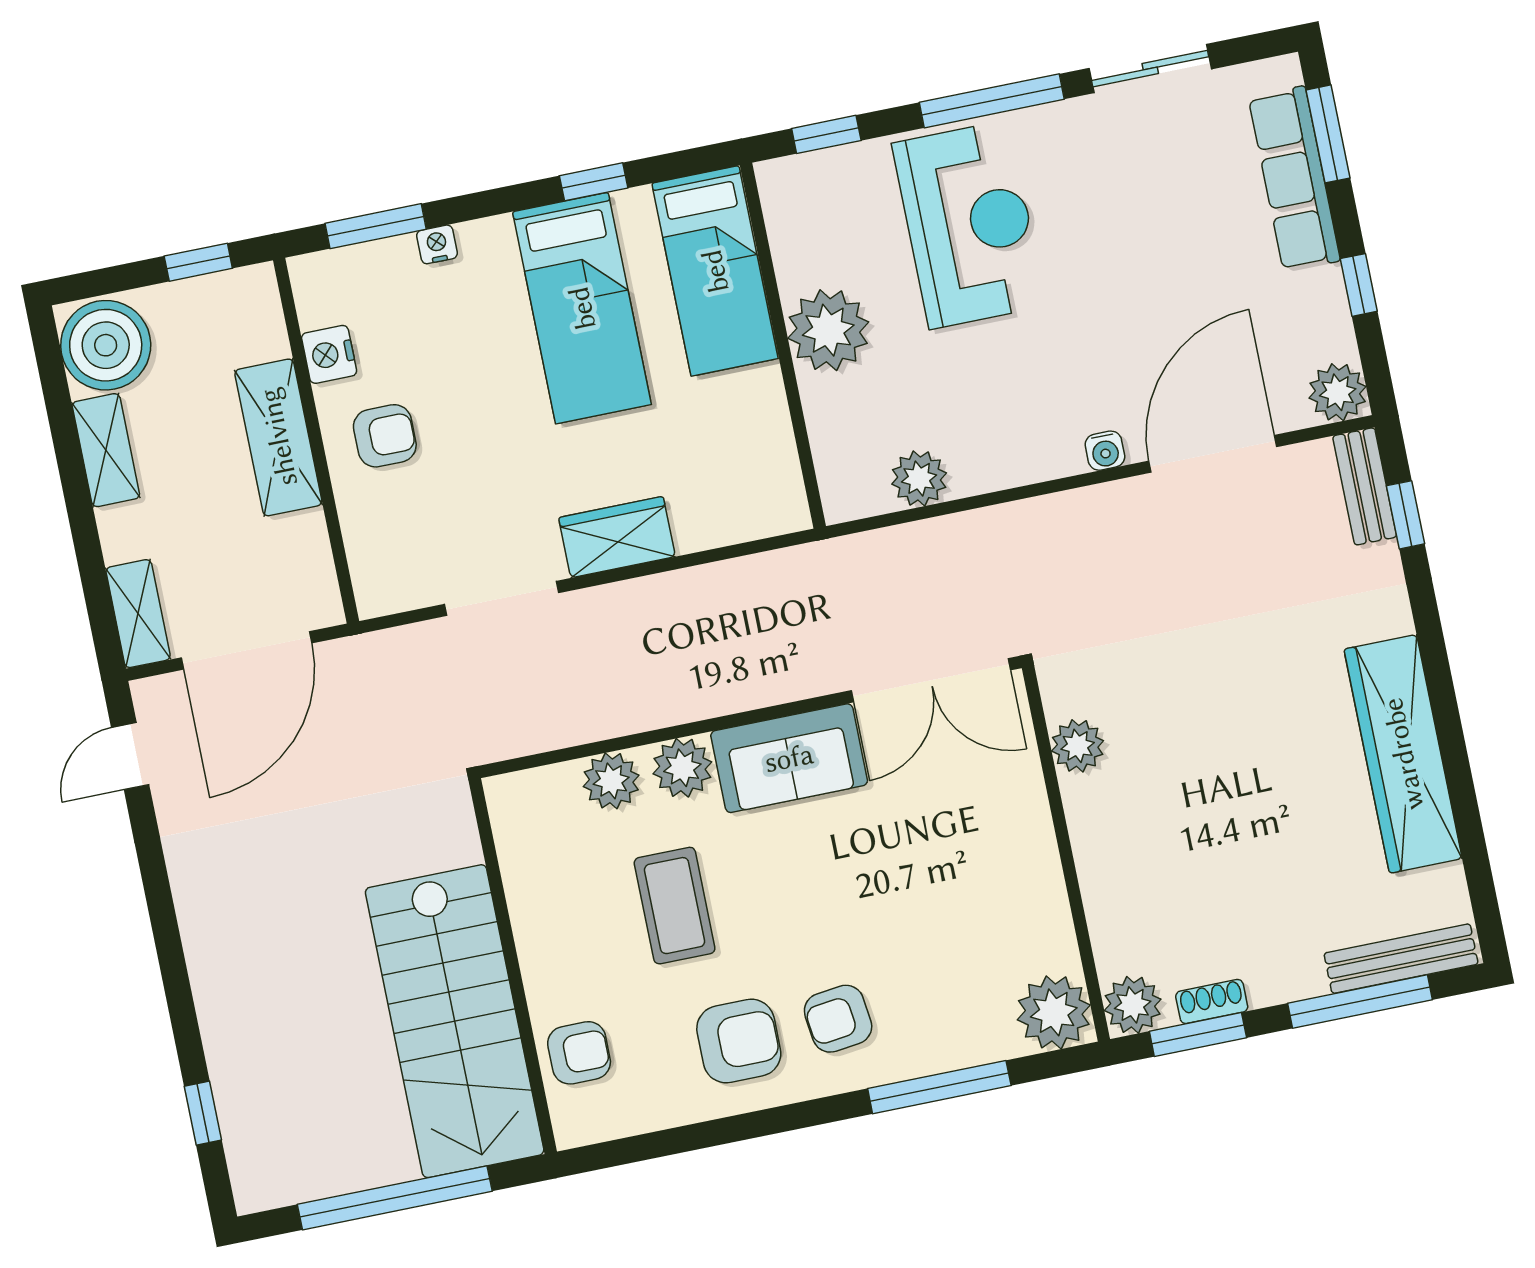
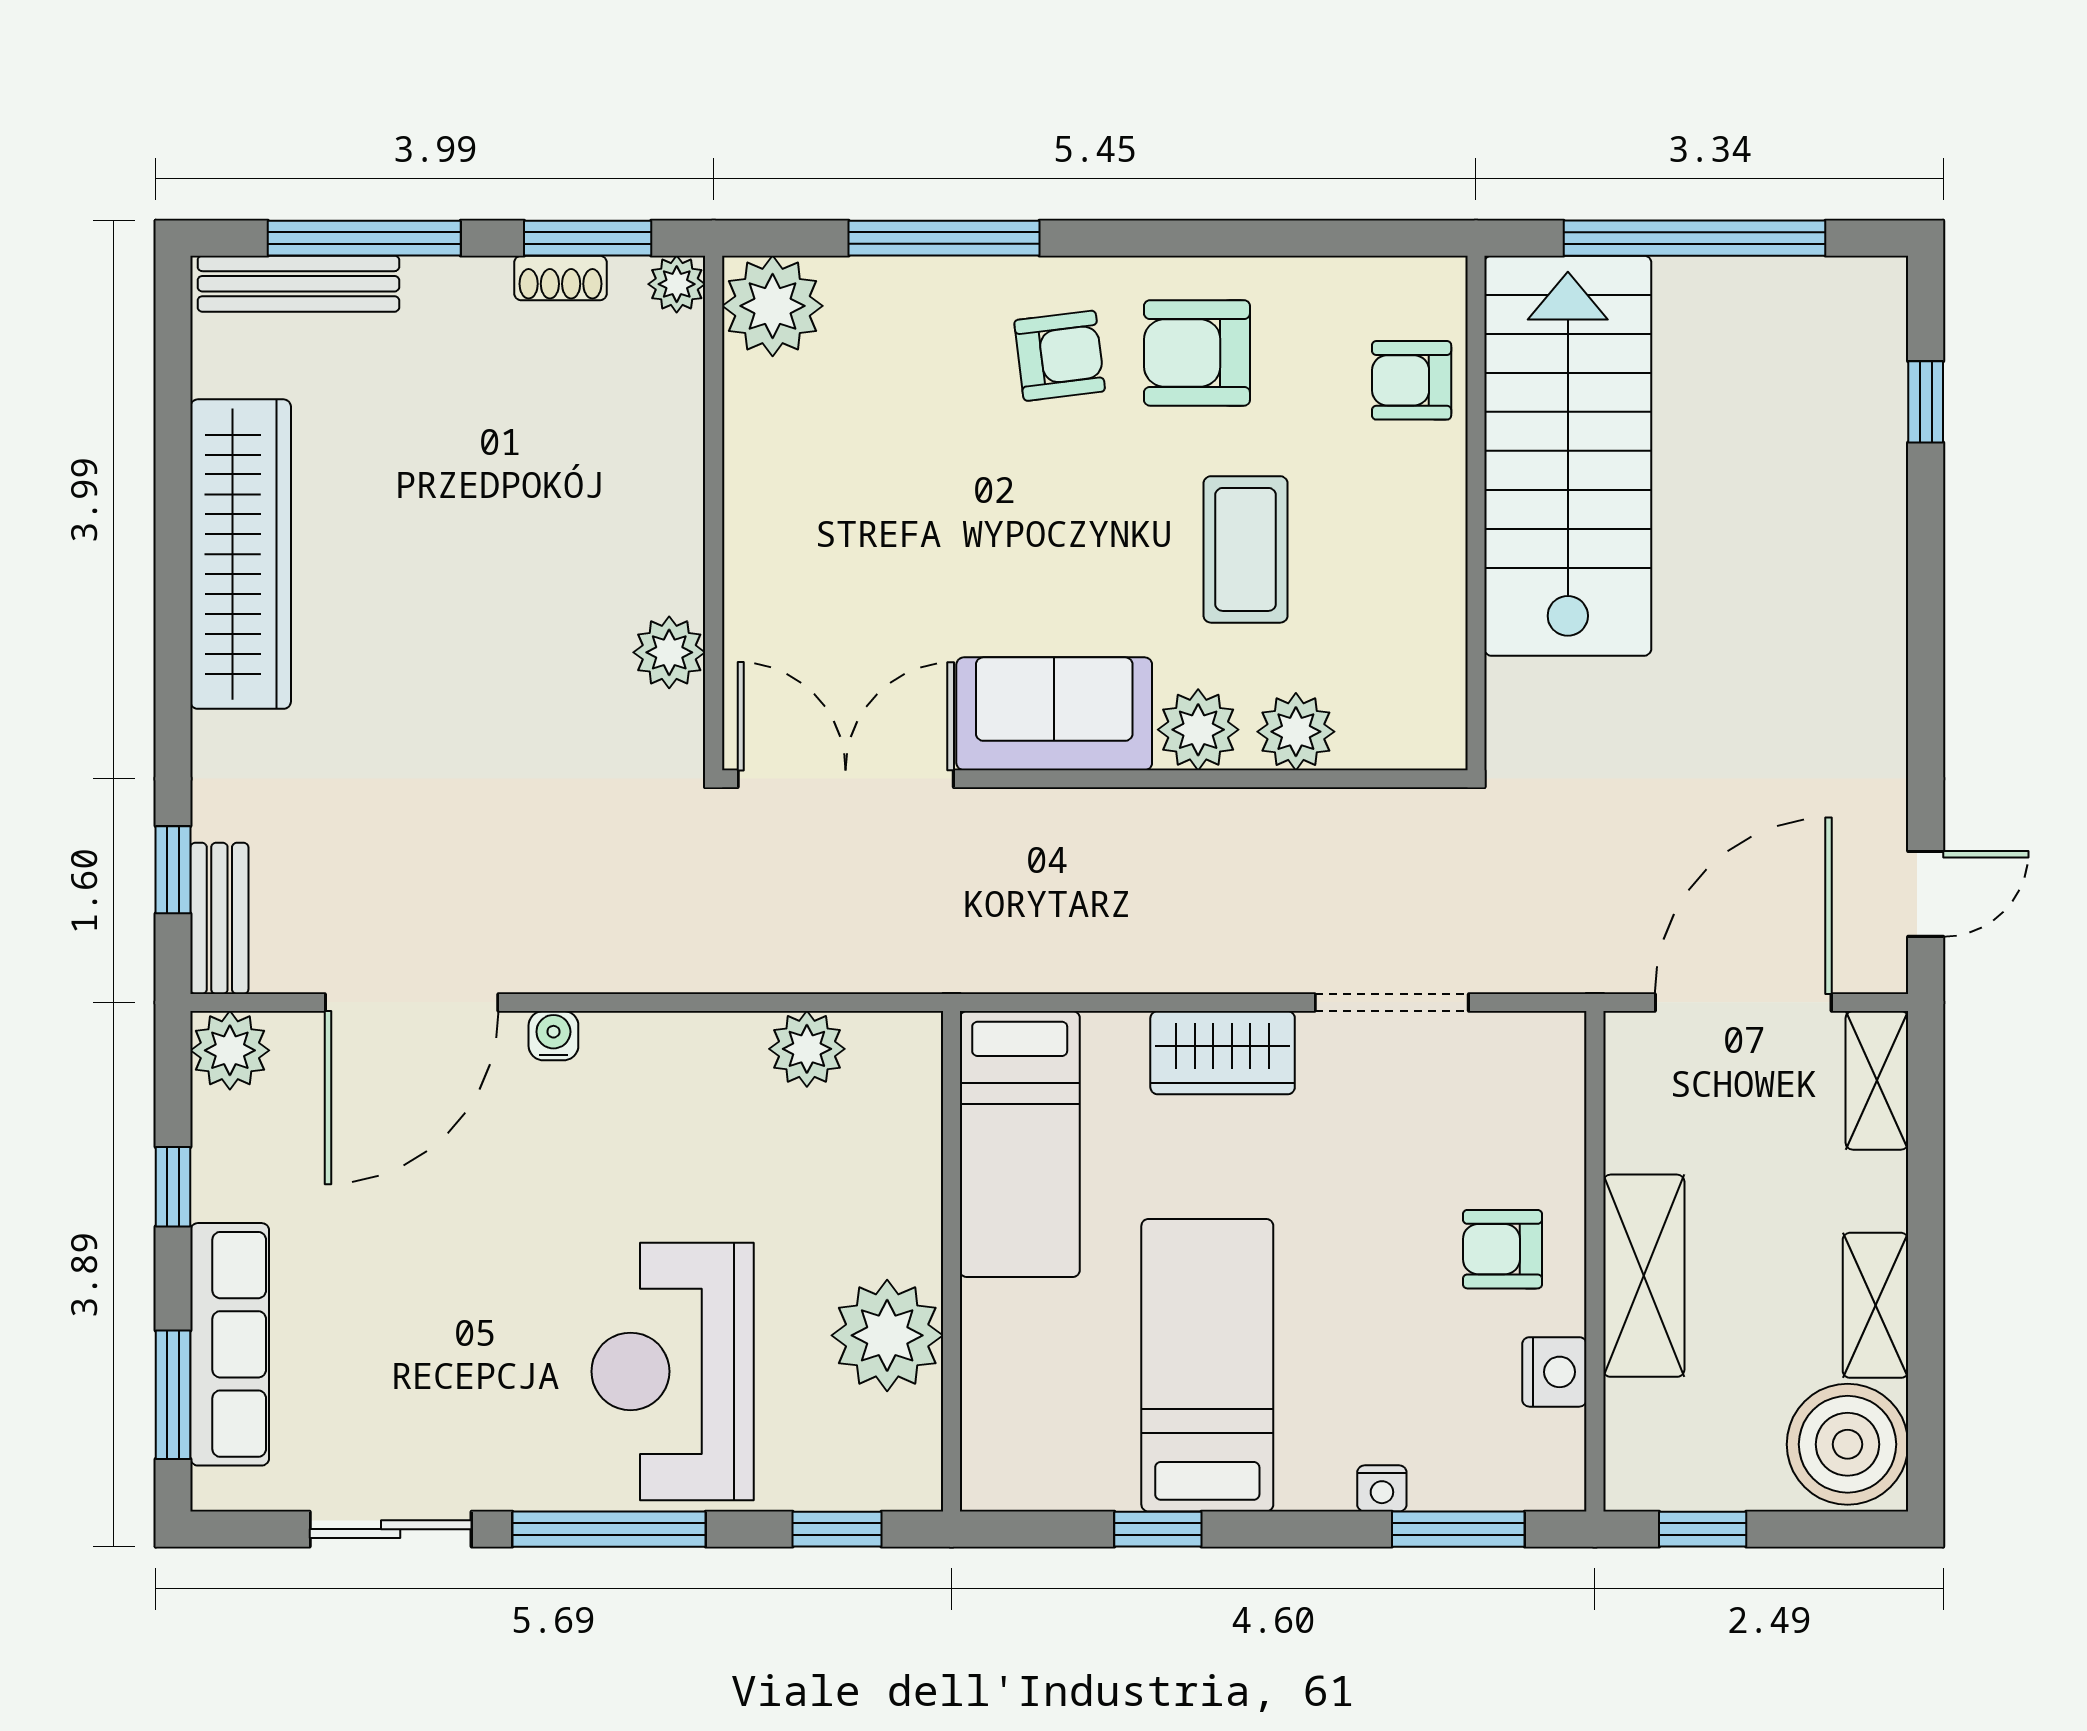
bed: (715, 271) -> (1020, 1144), moved, turned 180
plant: (828, 330) -> (887, 1335), moved
plant: (1133, 1005) -> (677, 284), width x0.73, depth x0.73

